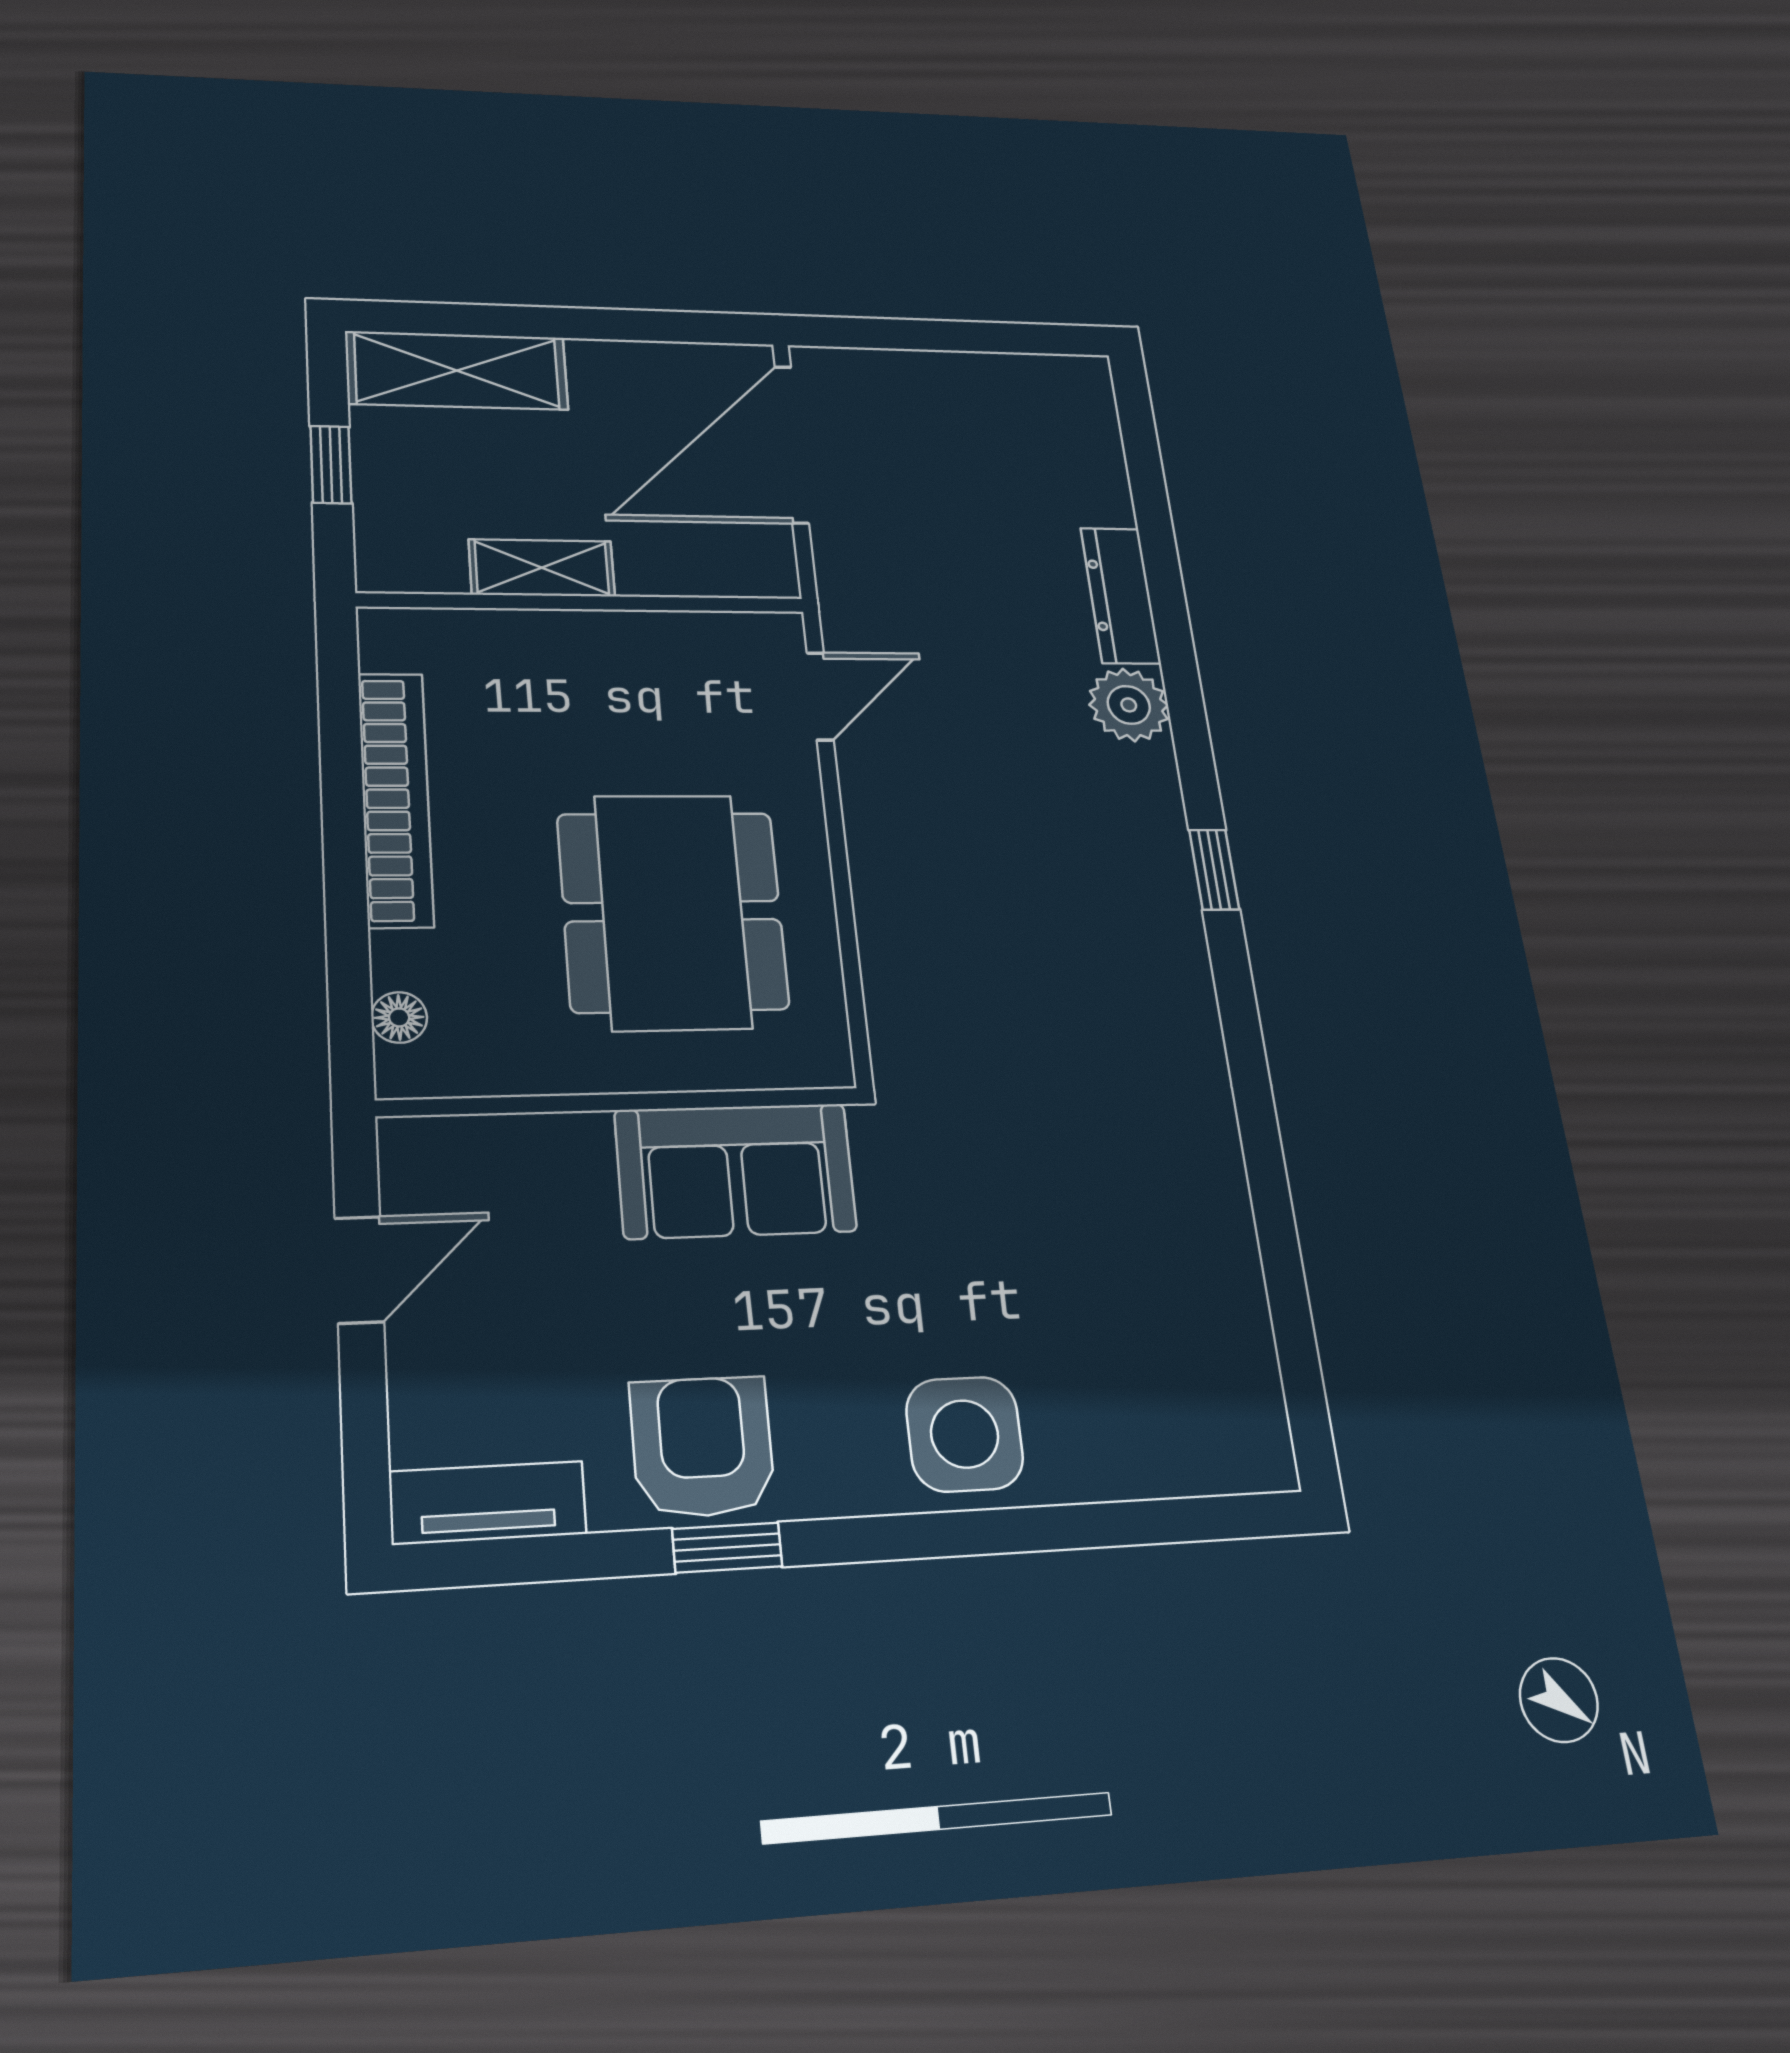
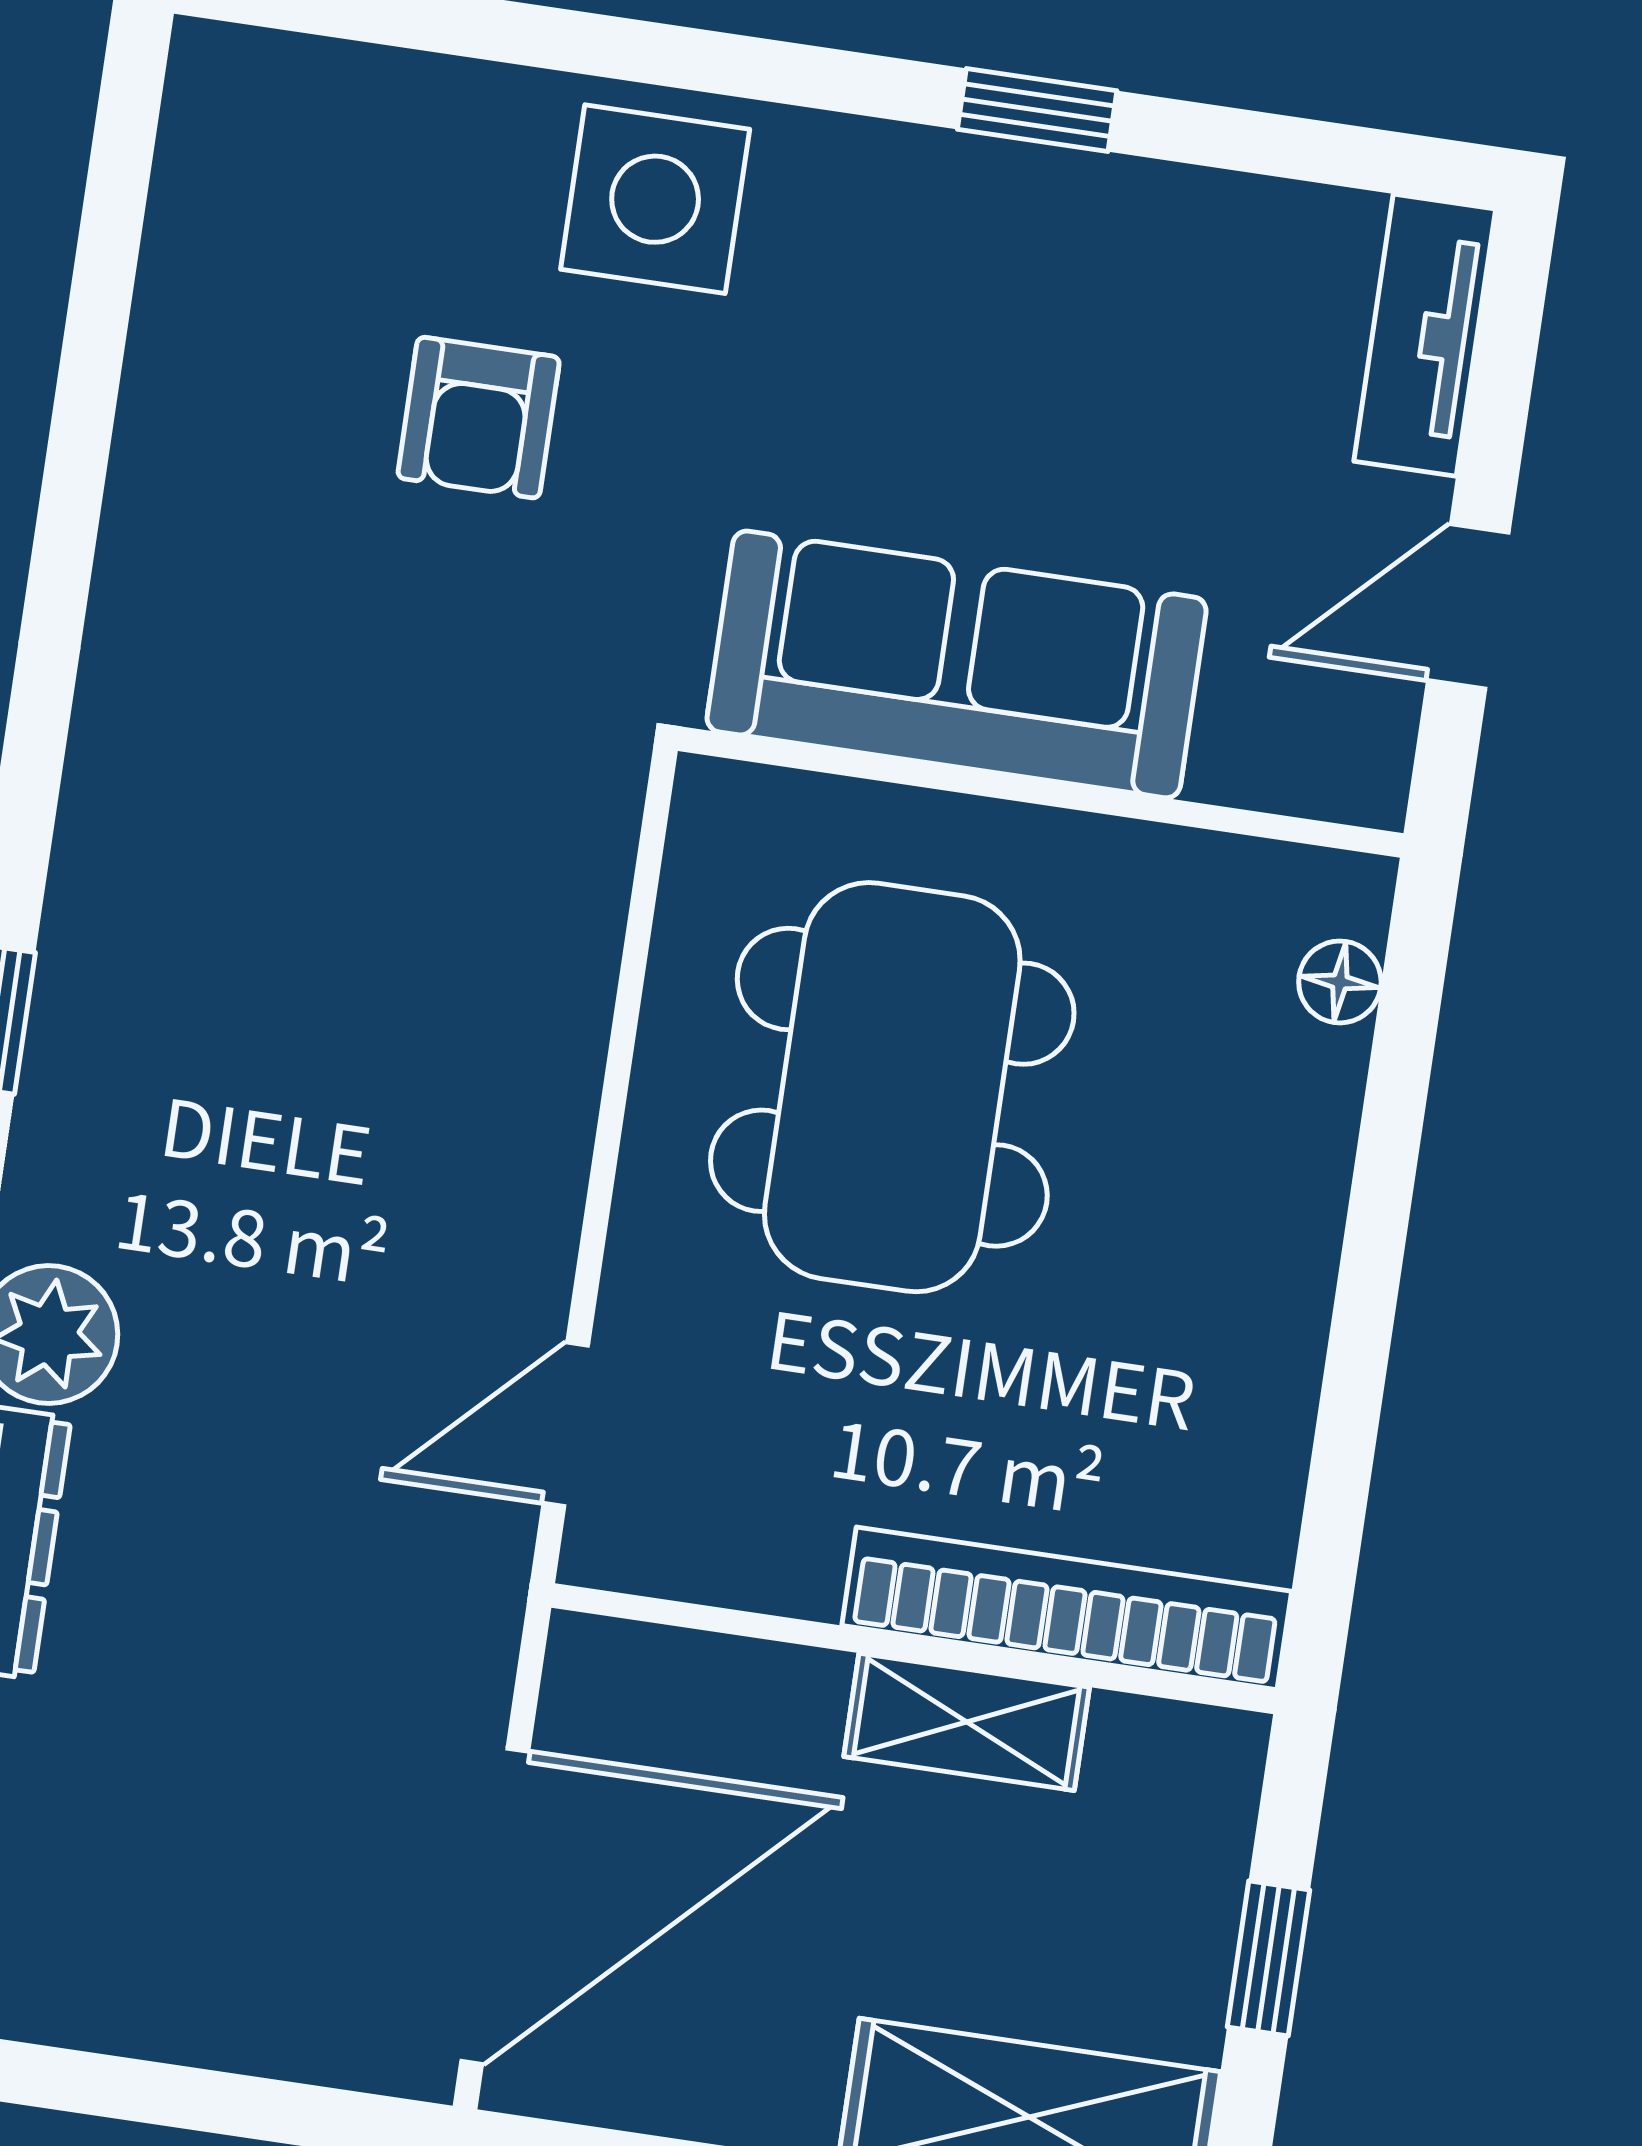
bookcase: (396, 799) -> (1067, 1608), moved, turned 90
sofa: (736, 1171) -> (957, 664), width x1.36
armchair: (702, 1447) -> (479, 418), moved, width x0.72, depth x0.72
tv unit: (488, 1503) -> (1425, 335), moved, turned 90

